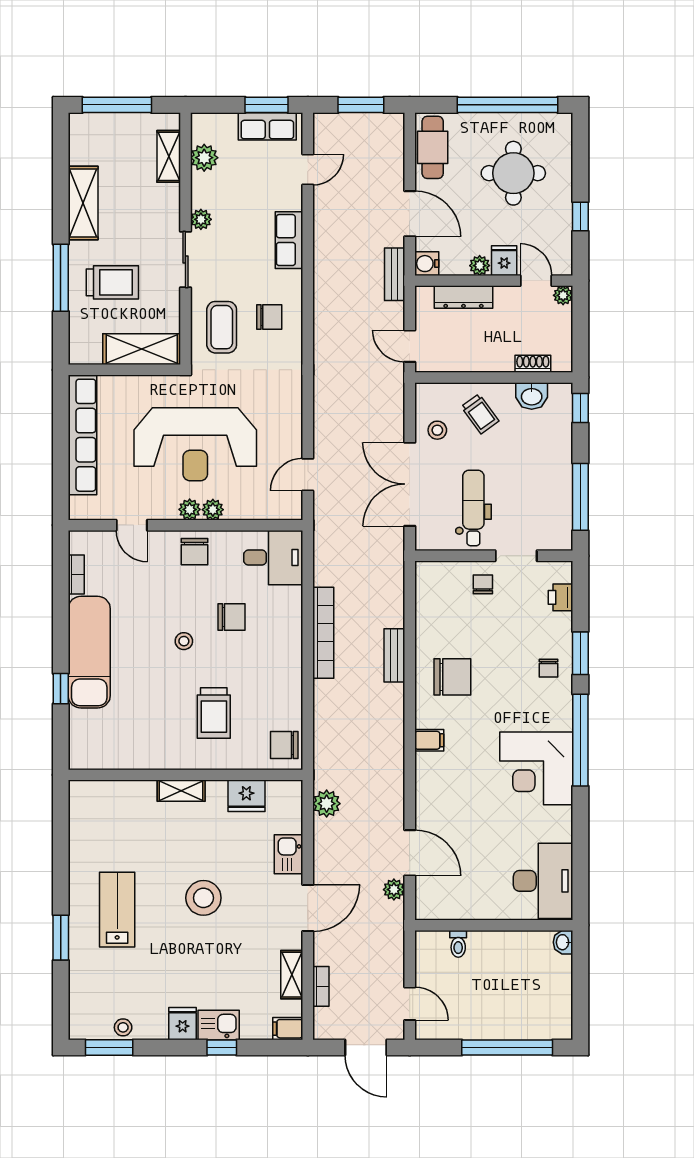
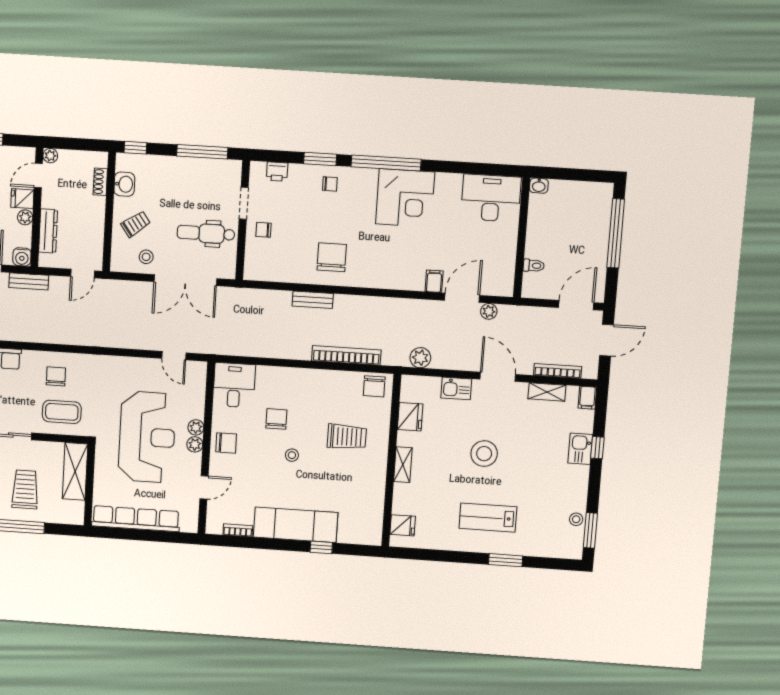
bookcase: (323, 633) -> (346, 355), moved
filing cabinet: (429, 740) -> (434, 281), moved
bookcase: (321, 986) -> (558, 371), width x1.56
door: (410, 1004) -> (576, 305), width x1.38
fridge: (183, 1024) -> (403, 525), moved, turned 180

